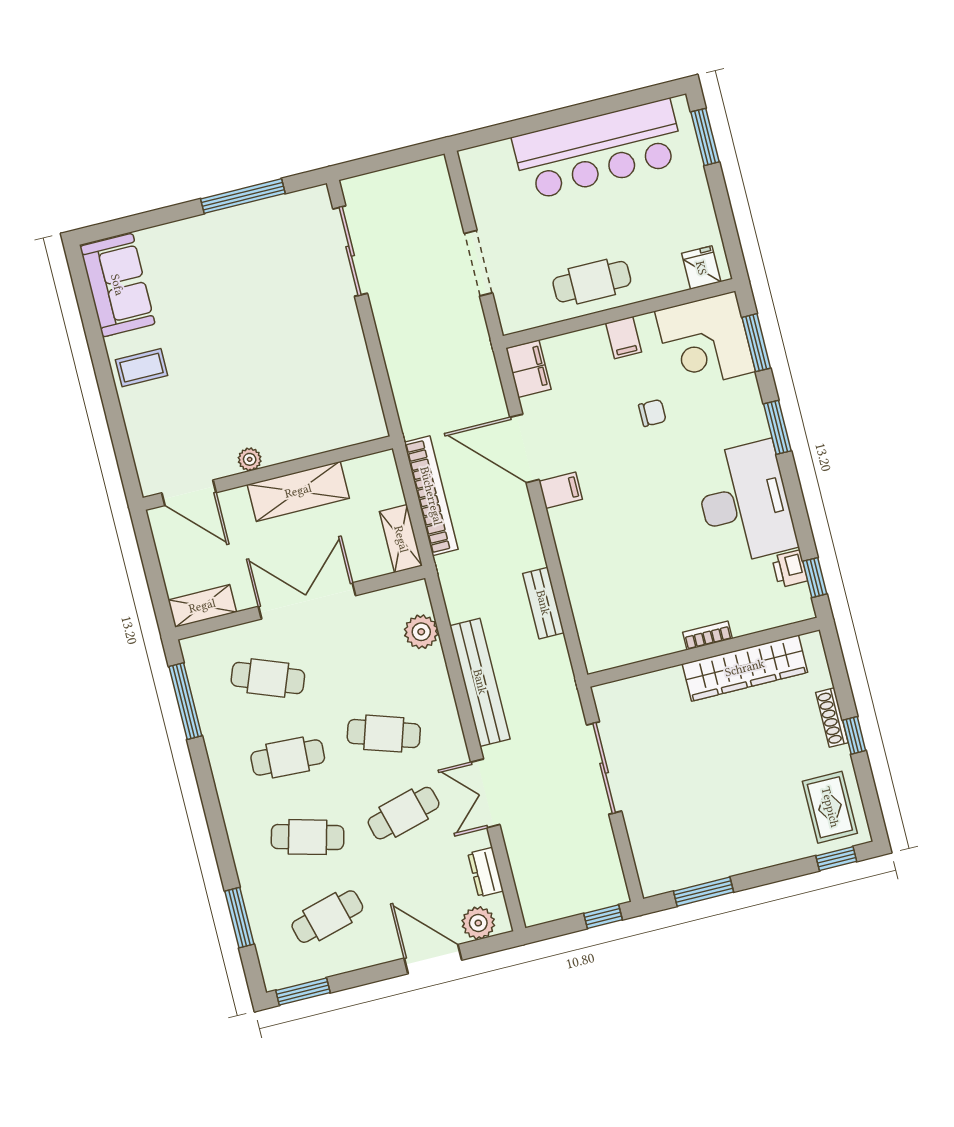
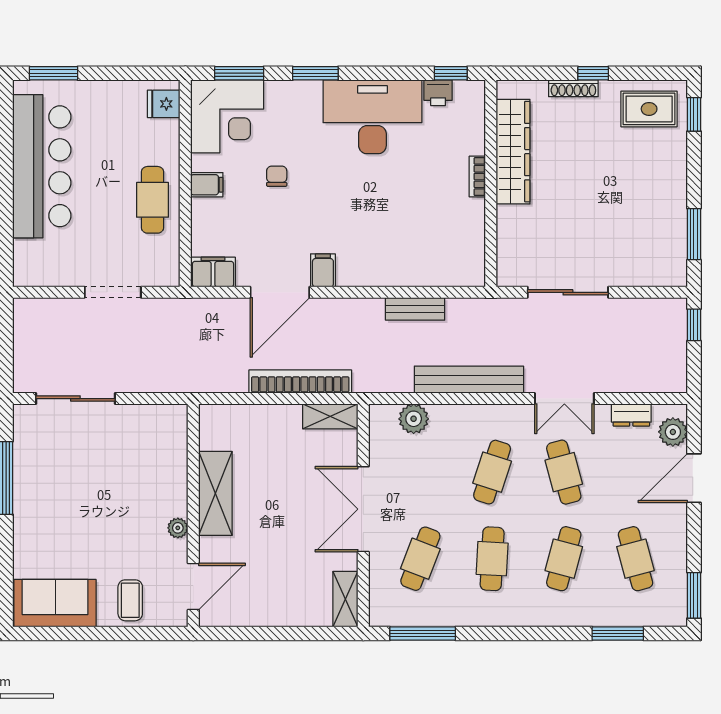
plant: (250, 459) -> (178, 528), moved
wall: (268, 473) -> (193, 515), moved
shelving: (298, 491) -> (215, 493), moved
door: (189, 493) -> (193, 587), moved

